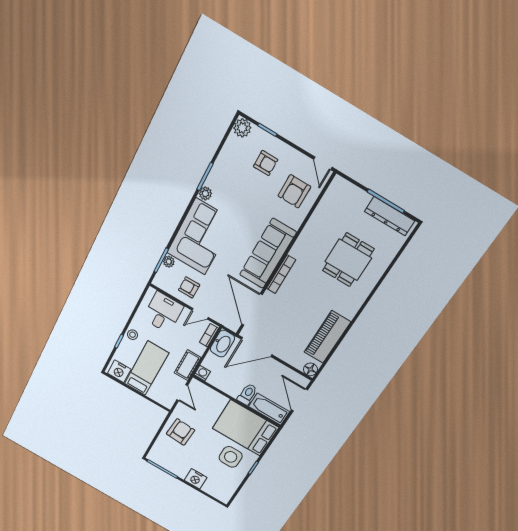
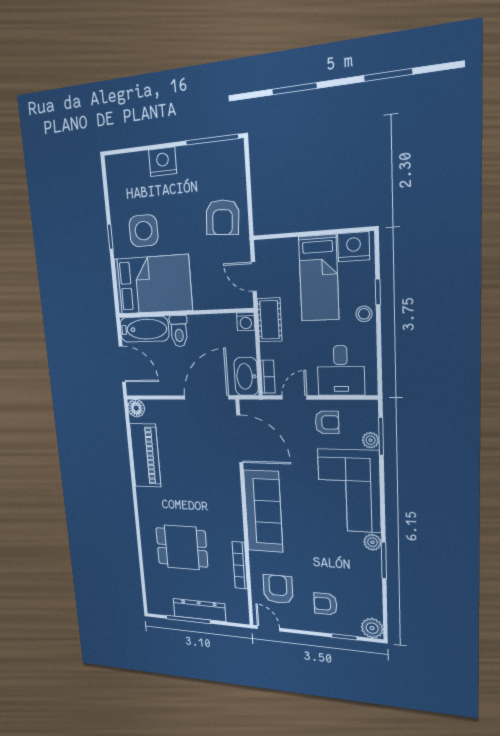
dresser: (390, 216) -> (199, 610), moved
dining table: (348, 260) -> (182, 547), turned 90
bookcase: (281, 274) -> (240, 565), moved

